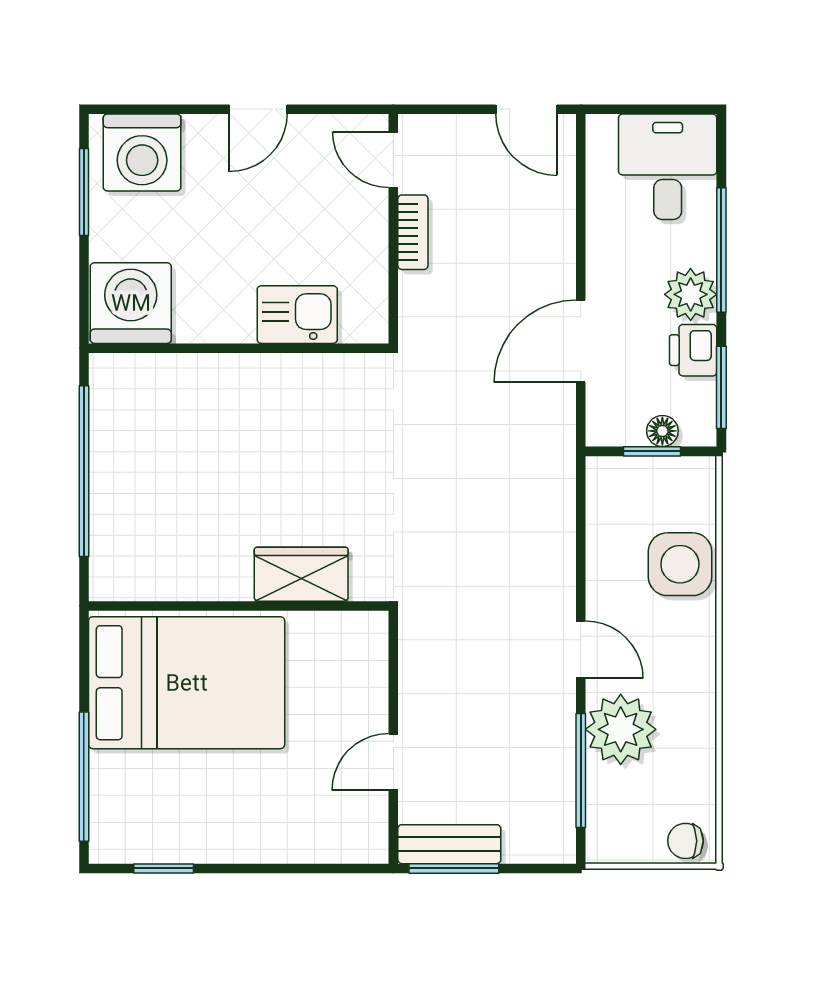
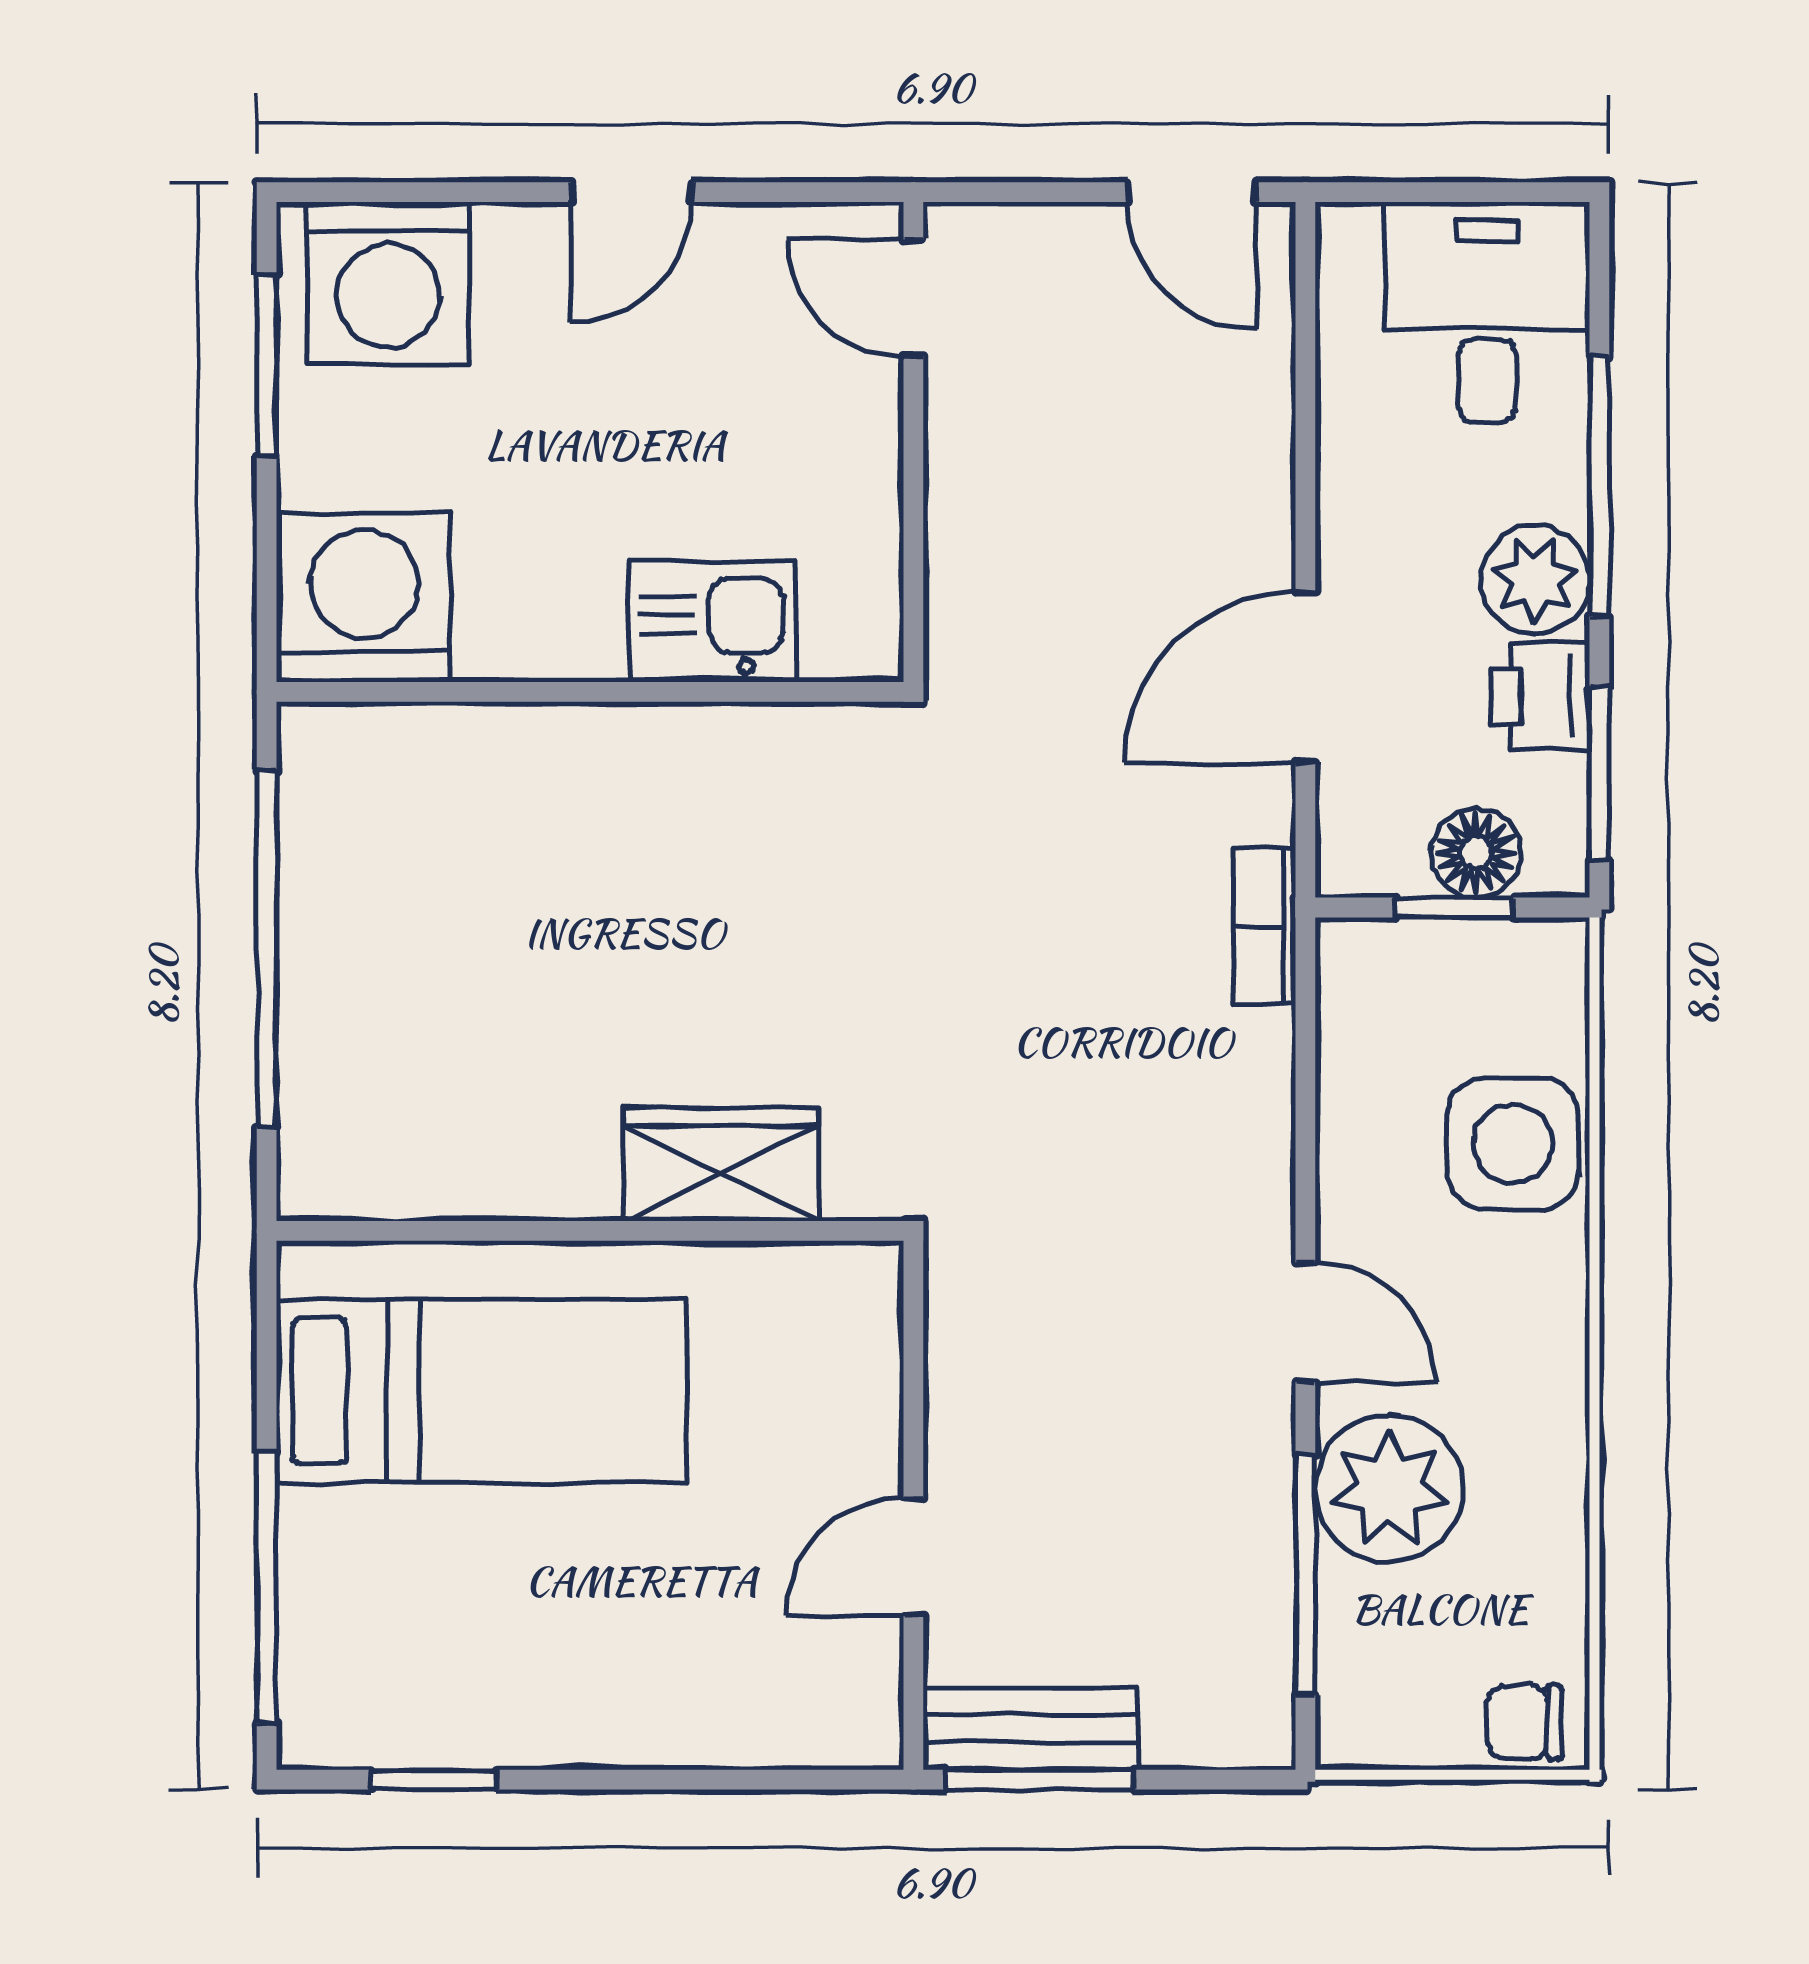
bookcase: (413, 232) -> (1264, 926), moved, turned 180
floor lamp: (662, 431) -> (1476, 853), width x1.37, depth x1.37
bed: (187, 683) -> (481, 1391), width x0.67

